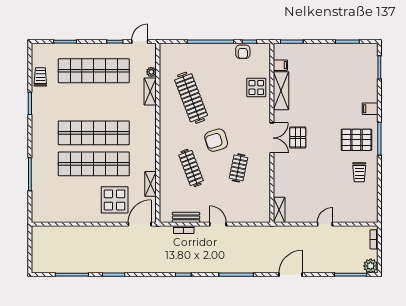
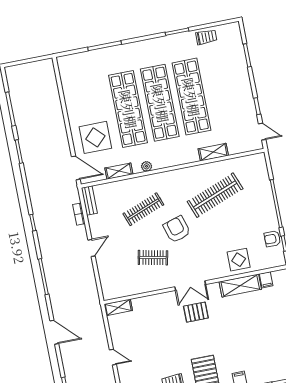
shop shelf: (94, 71) -> (191, 97), moved
plant: (151, 72) -> (147, 166), moved
bench: (186, 217) -> (89, 200), moved

